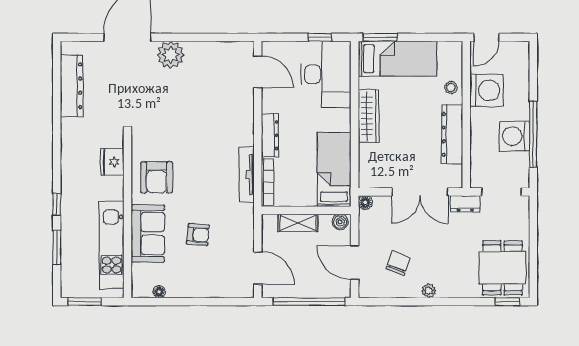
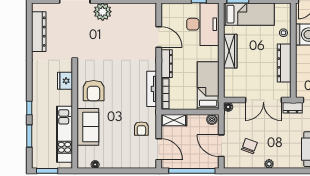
door: (258, 72) -> (159, 37), moved
shelving: (298, 223) -> (174, 120), moved
armchair: (198, 235) -> (141, 129), moved, turned 85

